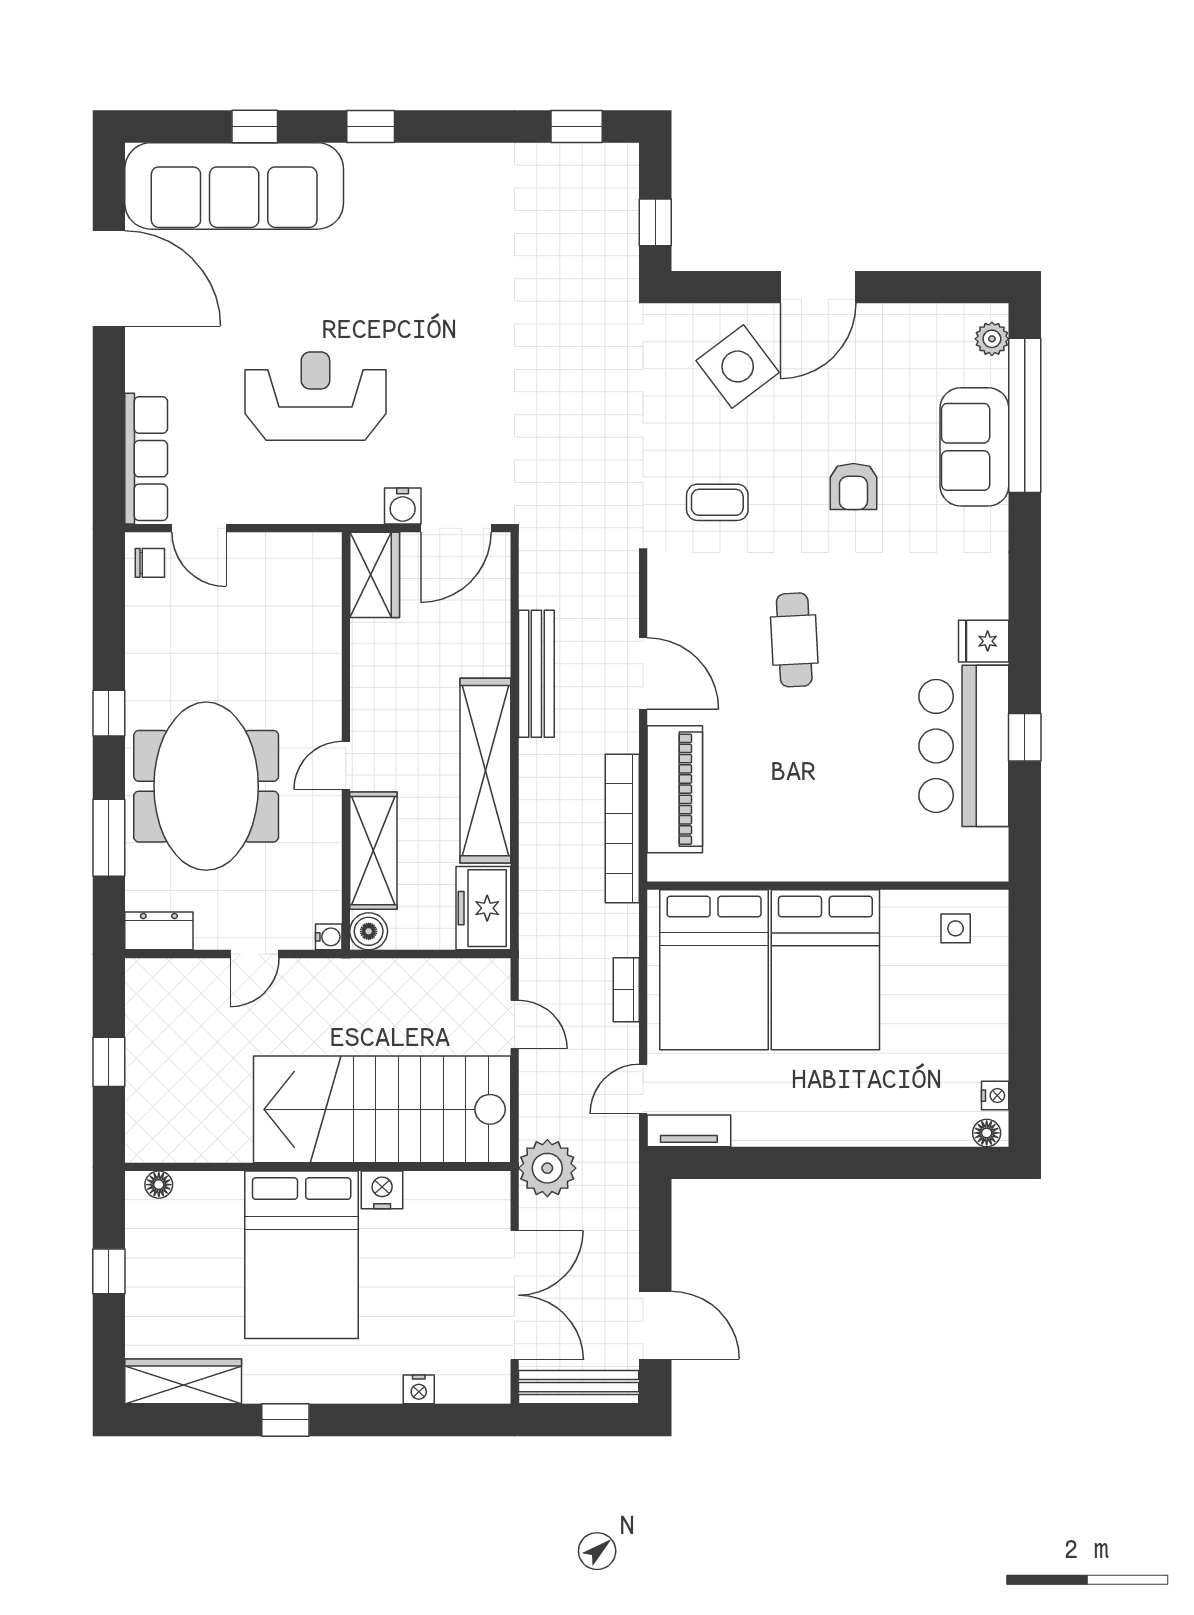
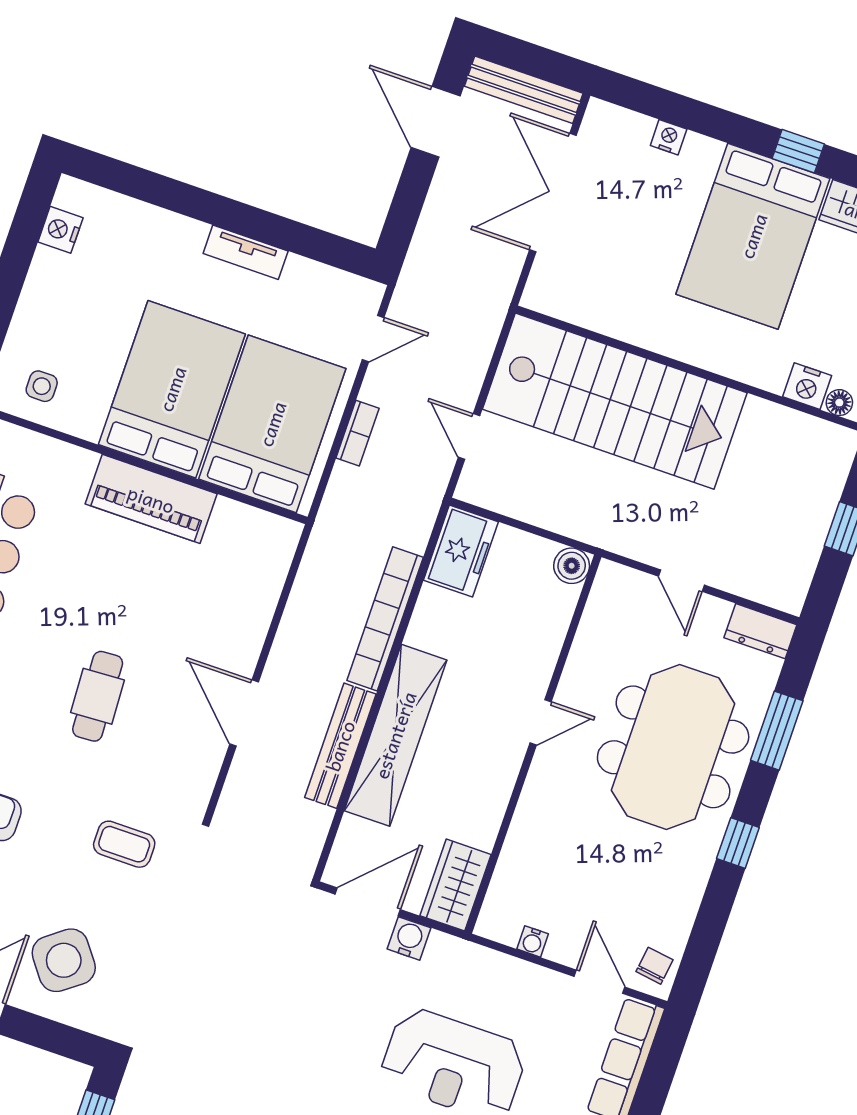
chair: (150, 563) -> (654, 966), turned 98
shelving: (485, 771) -> (395, 735), moved
piano: (675, 789) -> (151, 499), moved, turned -90
bookcase: (622, 828) -> (385, 619), moved, turned 180
shelving: (373, 851) -> (542, 637), removed
water cooler: (329, 937) -> (533, 941), moved, turned -90
door: (255, 954) -> (681, 581), swing flipped
nightstand: (995, 1096) -> (60, 230), width x1.39, depth x1.35
tv unit: (689, 1131) -> (246, 252), moved
floor lamp: (987, 1133) -> (77, 192), removed
plant: (547, 1168) -> (484, 297), removed
nightstand: (382, 1190) -> (807, 386), moved
bed: (302, 1255) -> (753, 236), moved, turned 180

